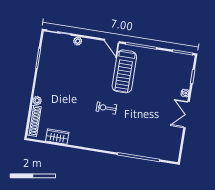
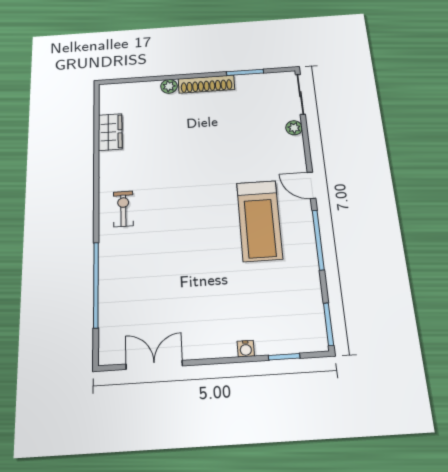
door: (112, 41) -> (311, 185), hinge flipped
treadmill: (124, 71) -> (259, 221), turned -90
exercise bike: (106, 108) -> (123, 209), moved
double door: (186, 115) -> (154, 365), moved
shoe rack: (34, 121) -> (206, 84), moved

